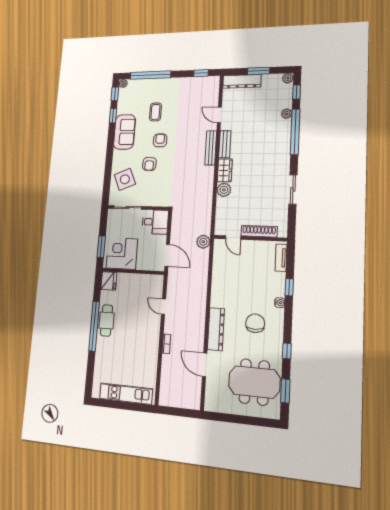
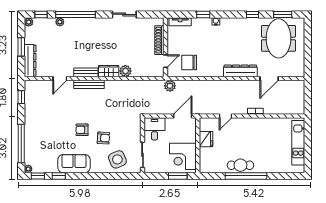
coffee table: (155, 112) -> (56, 136), removed
fridge: (109, 281) -> (206, 139), moved, turned 90
chair: (255, 323) -> (189, 63), moved

